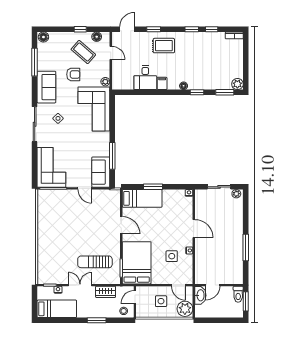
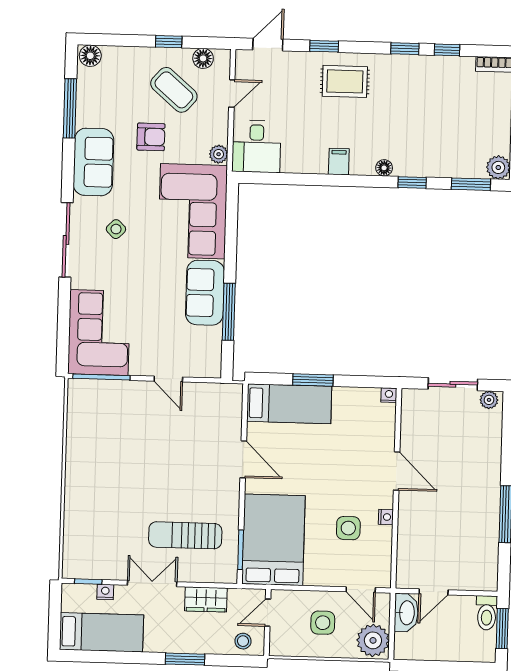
door: (111, 53) -> (232, 93), hinge flipped
desk: (145, 78) -> (256, 146), moved
sofa: (101, 172) -> (205, 293), moved

